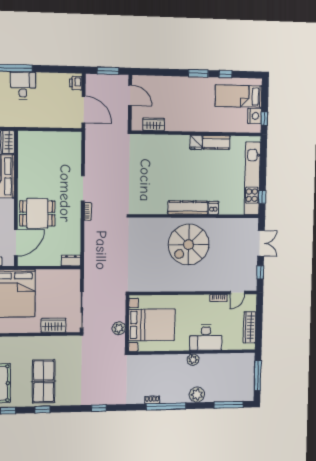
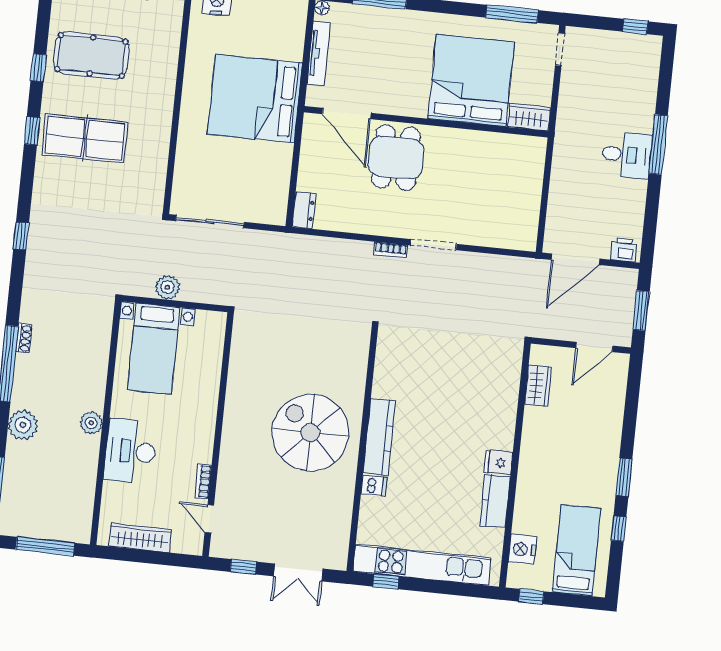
nightstand: (254, 116) -> (522, 549), moved, turned 90
wardrobe: (53, 325) -> (187, 167), removed
bed with nightstands: (152, 325) -> (154, 349), width x0.73

